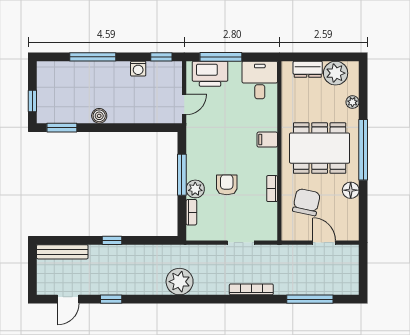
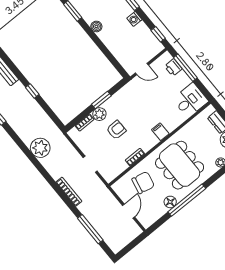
washing machine: (138, 69) -> (134, 19), moved
printer: (210, 74) -> (173, 68), width x0.53, depth x0.68
window: (363, 150) -> (187, 200), moved
window: (182, 175) -> (101, 100), width x0.69

